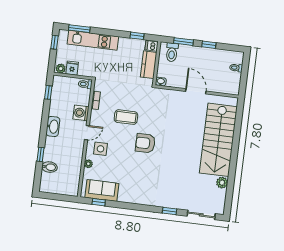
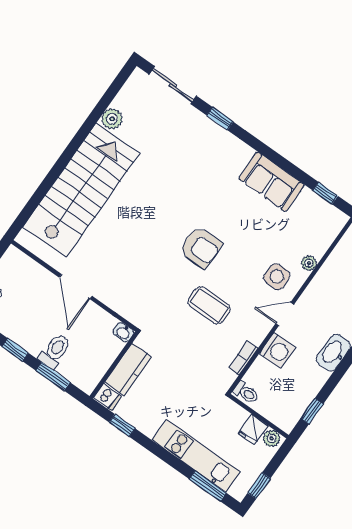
toilet: (172, 52) -> (55, 351), moved
sofa: (102, 190) -> (272, 182), moved

